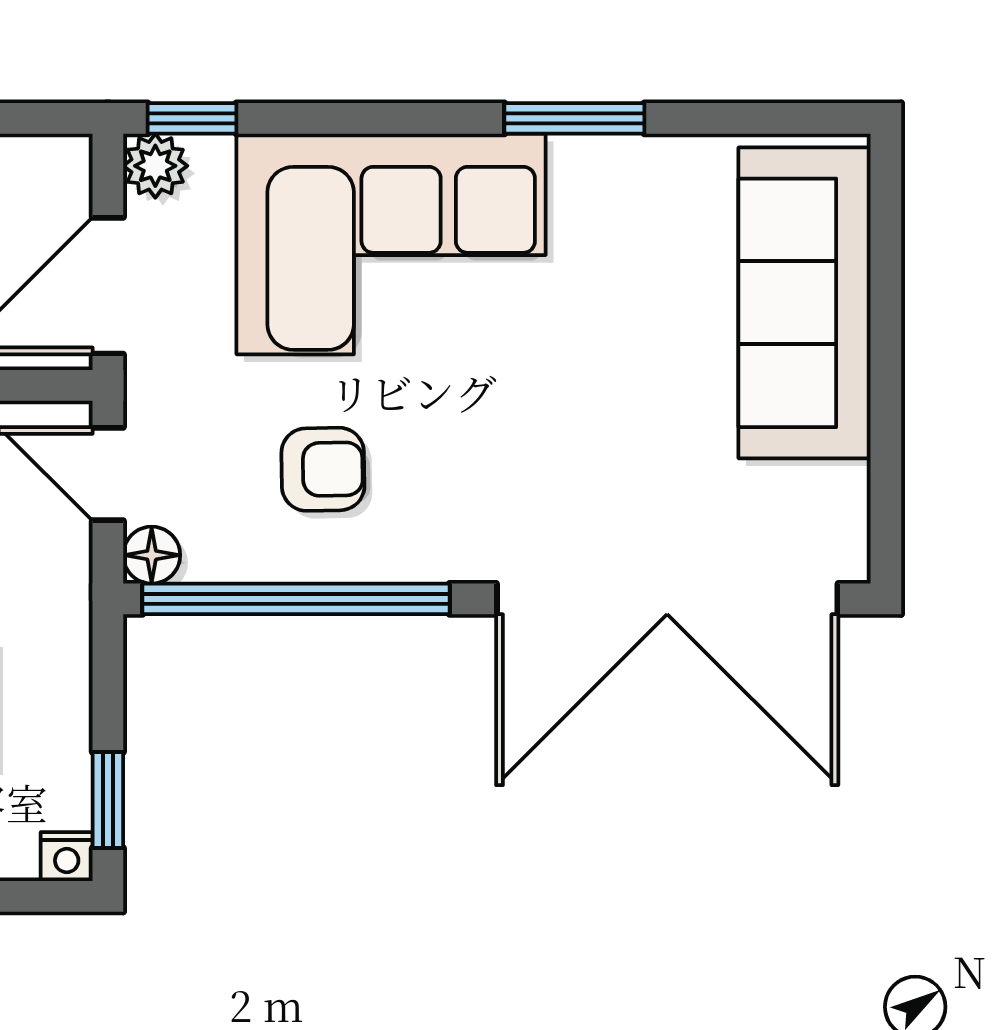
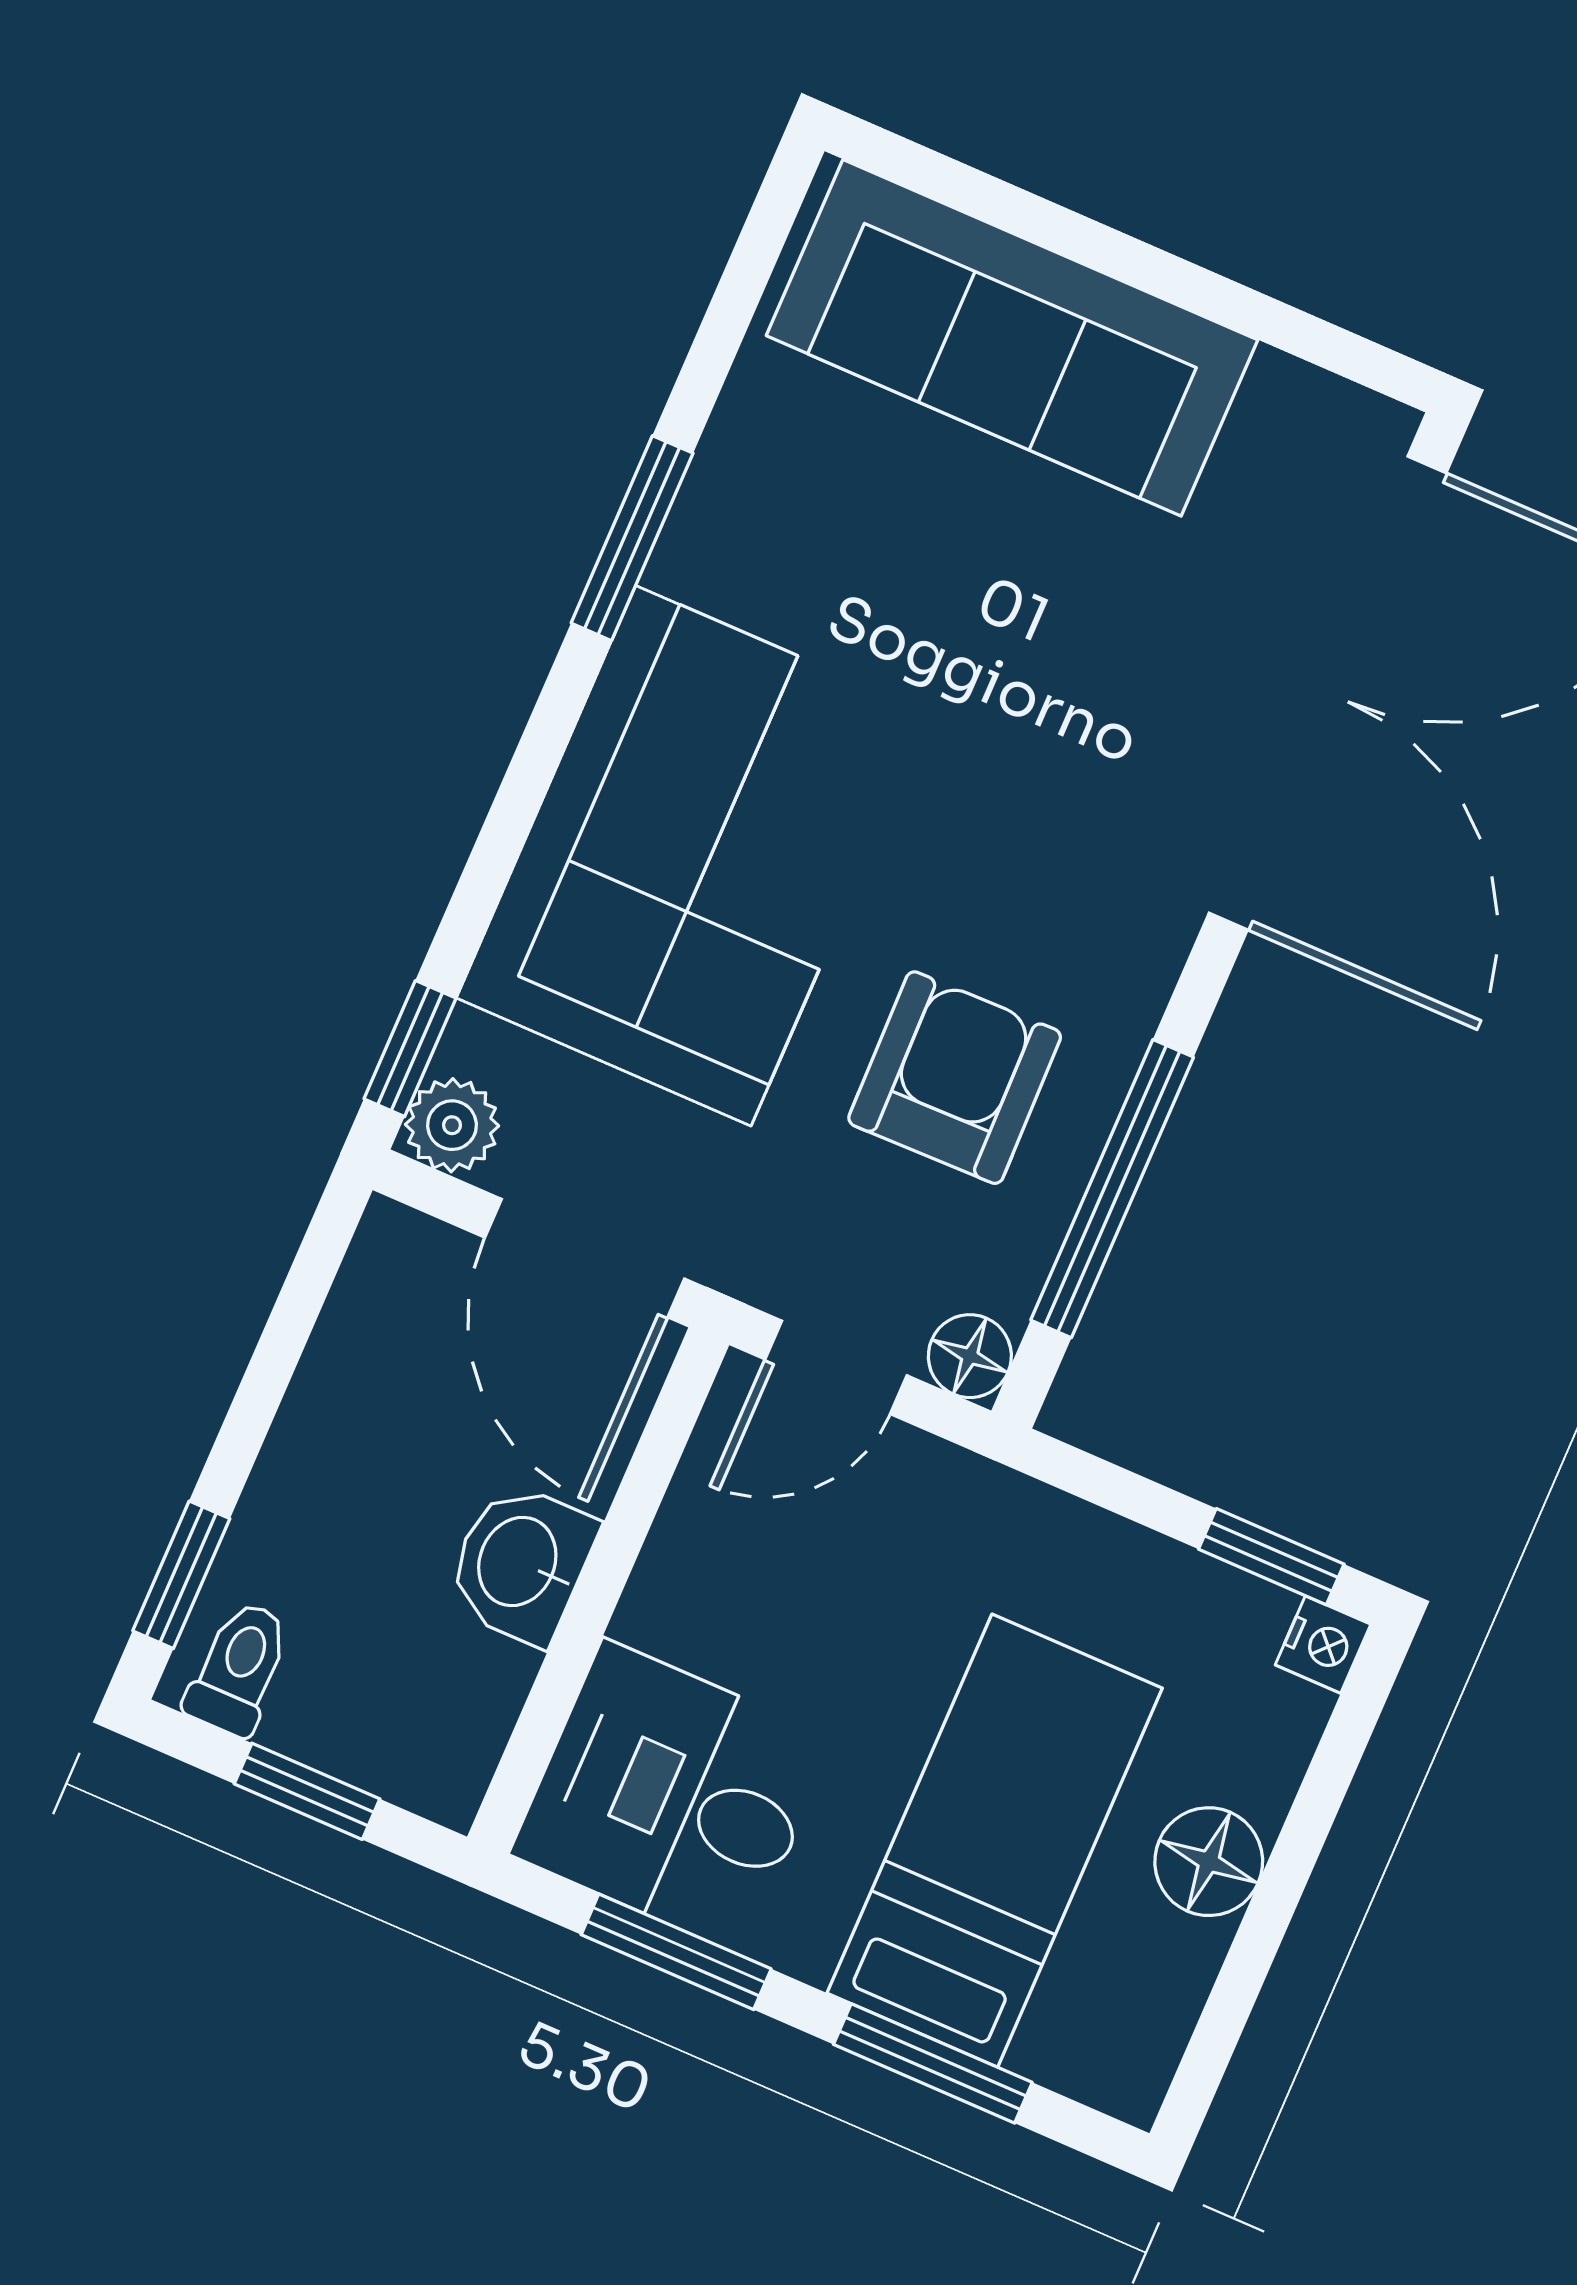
armchair: (323, 469) -> (955, 1078), width x1.38, depth x1.38
window: (296, 599) -> (1112, 1189), width x0.68

